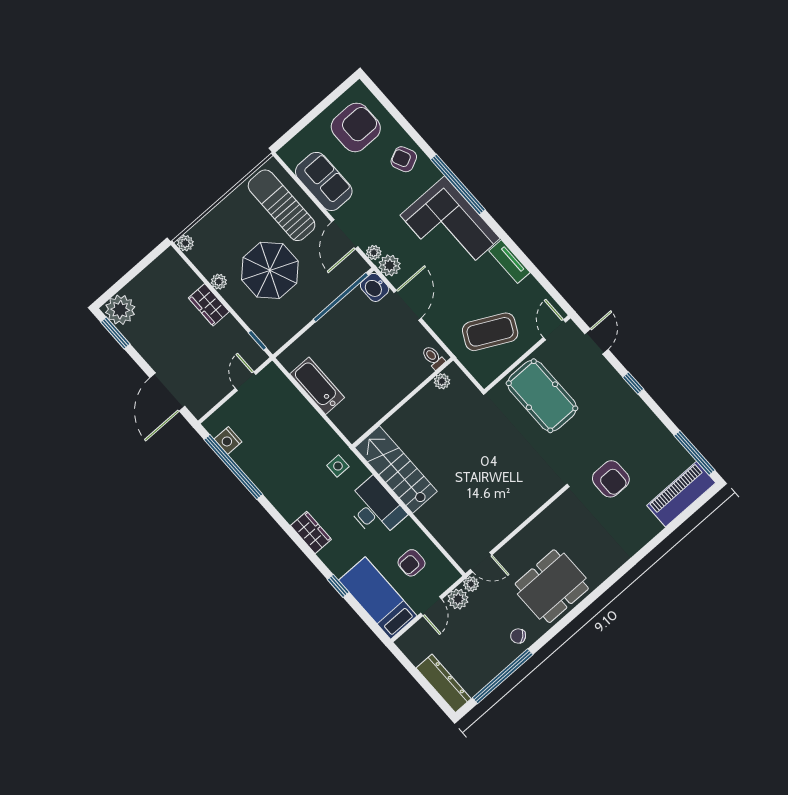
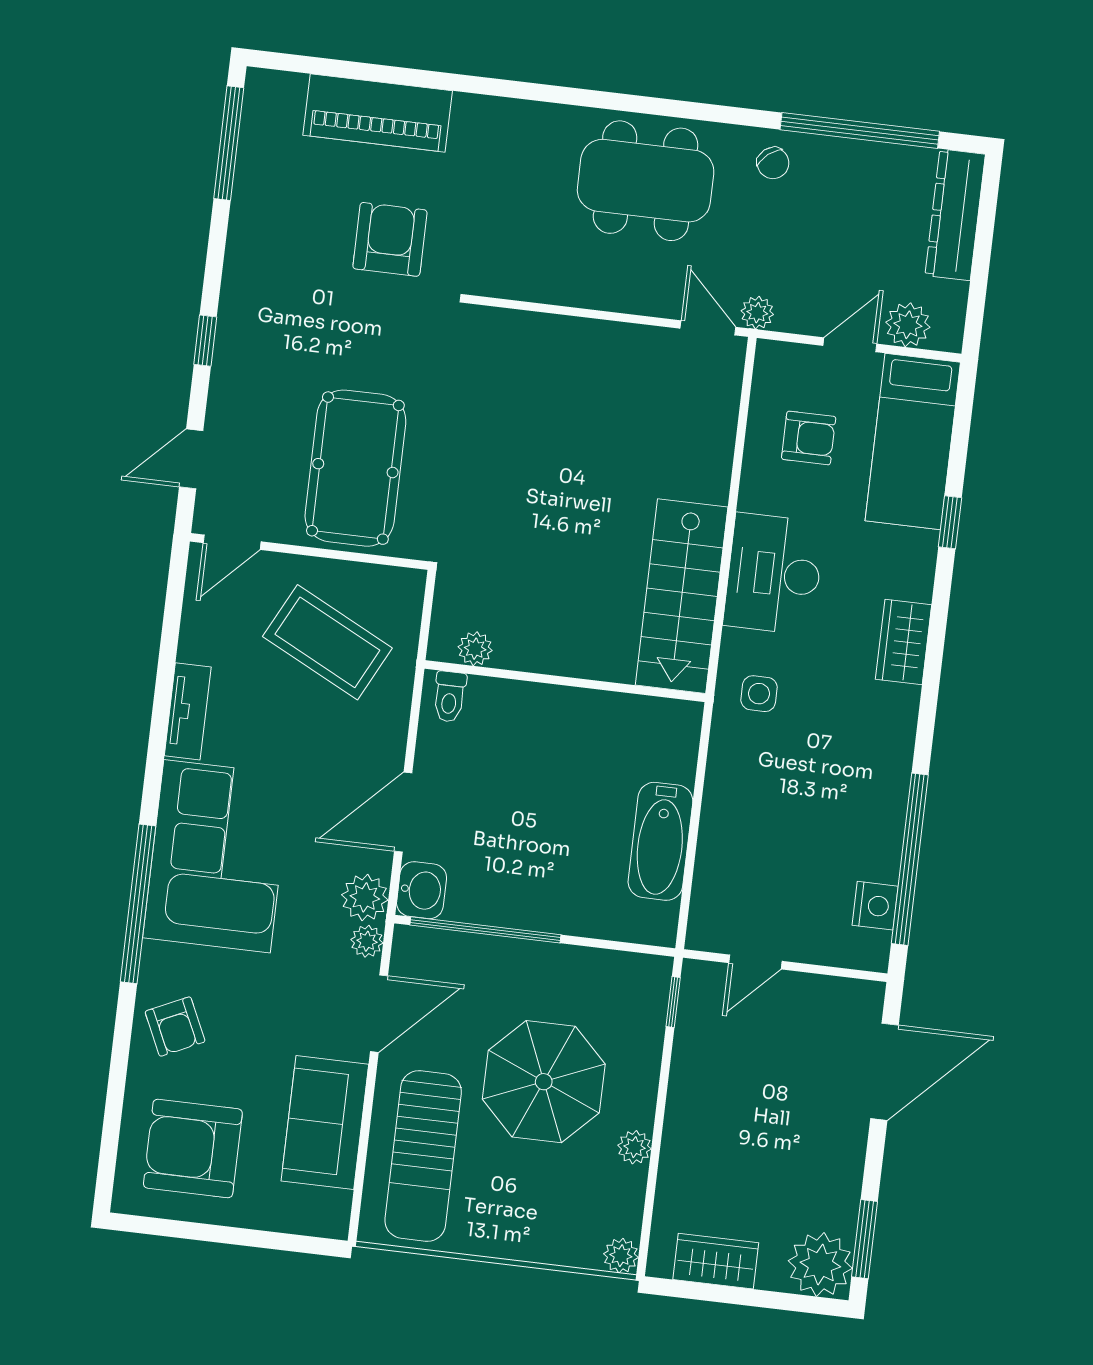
wardrobe: (209, 305) -> (716, 1261), moved, turned -90
piano: (681, 494) -> (378, 113), moved
plant: (458, 599) -> (908, 325), moved

